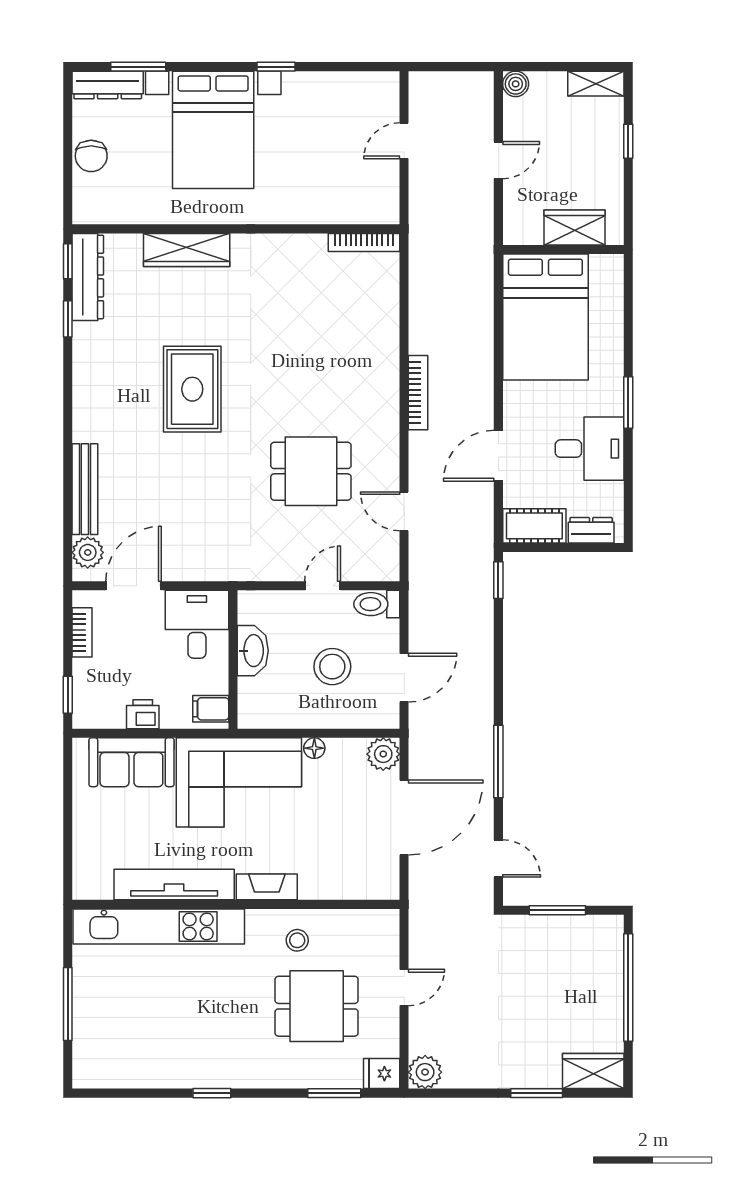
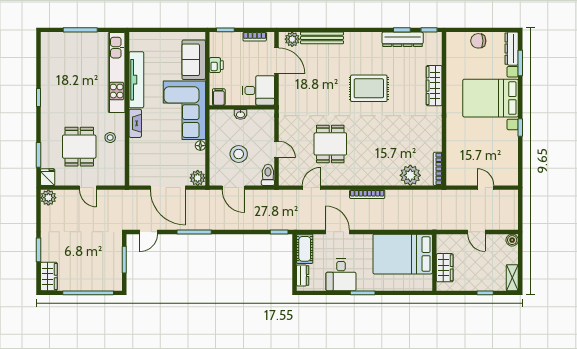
dresser: (88, 277) -> (403, 39), moved
plant: (378, 301) -> (410, 175), added
washbasin: (253, 651) -> (240, 114), width x0.52, depth x0.69

